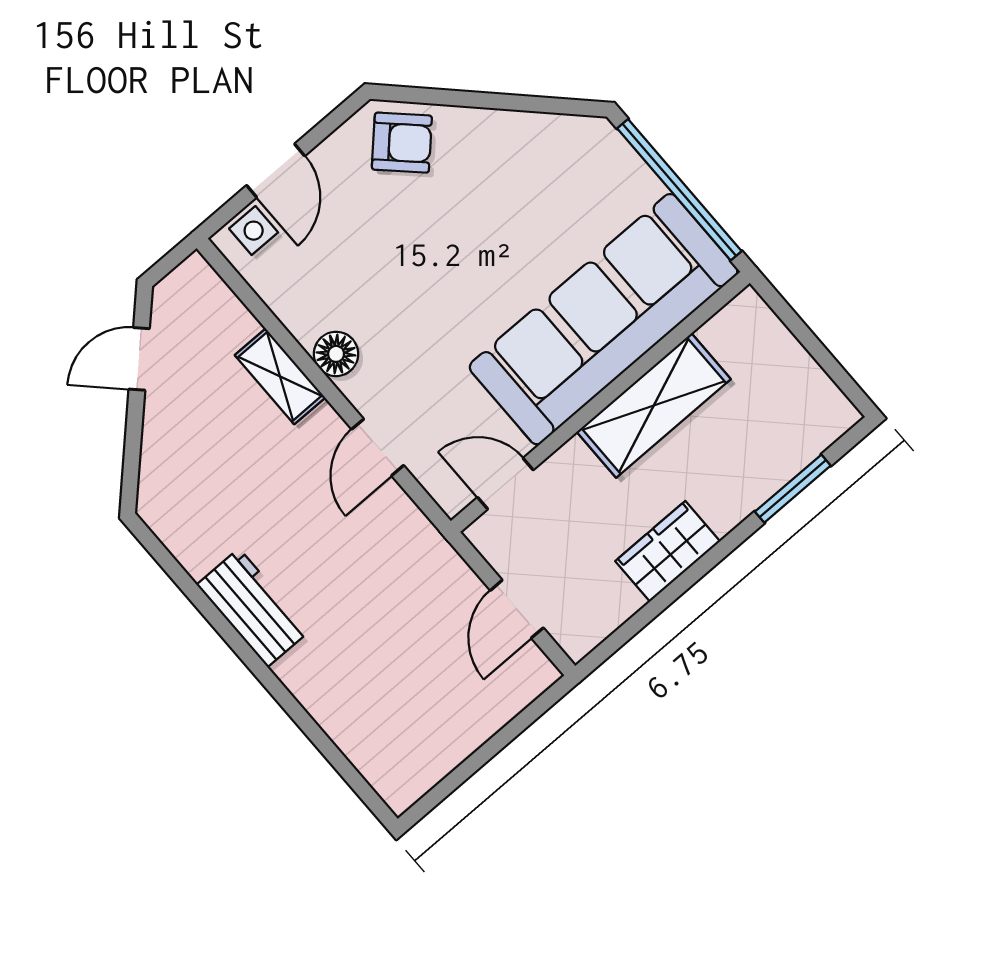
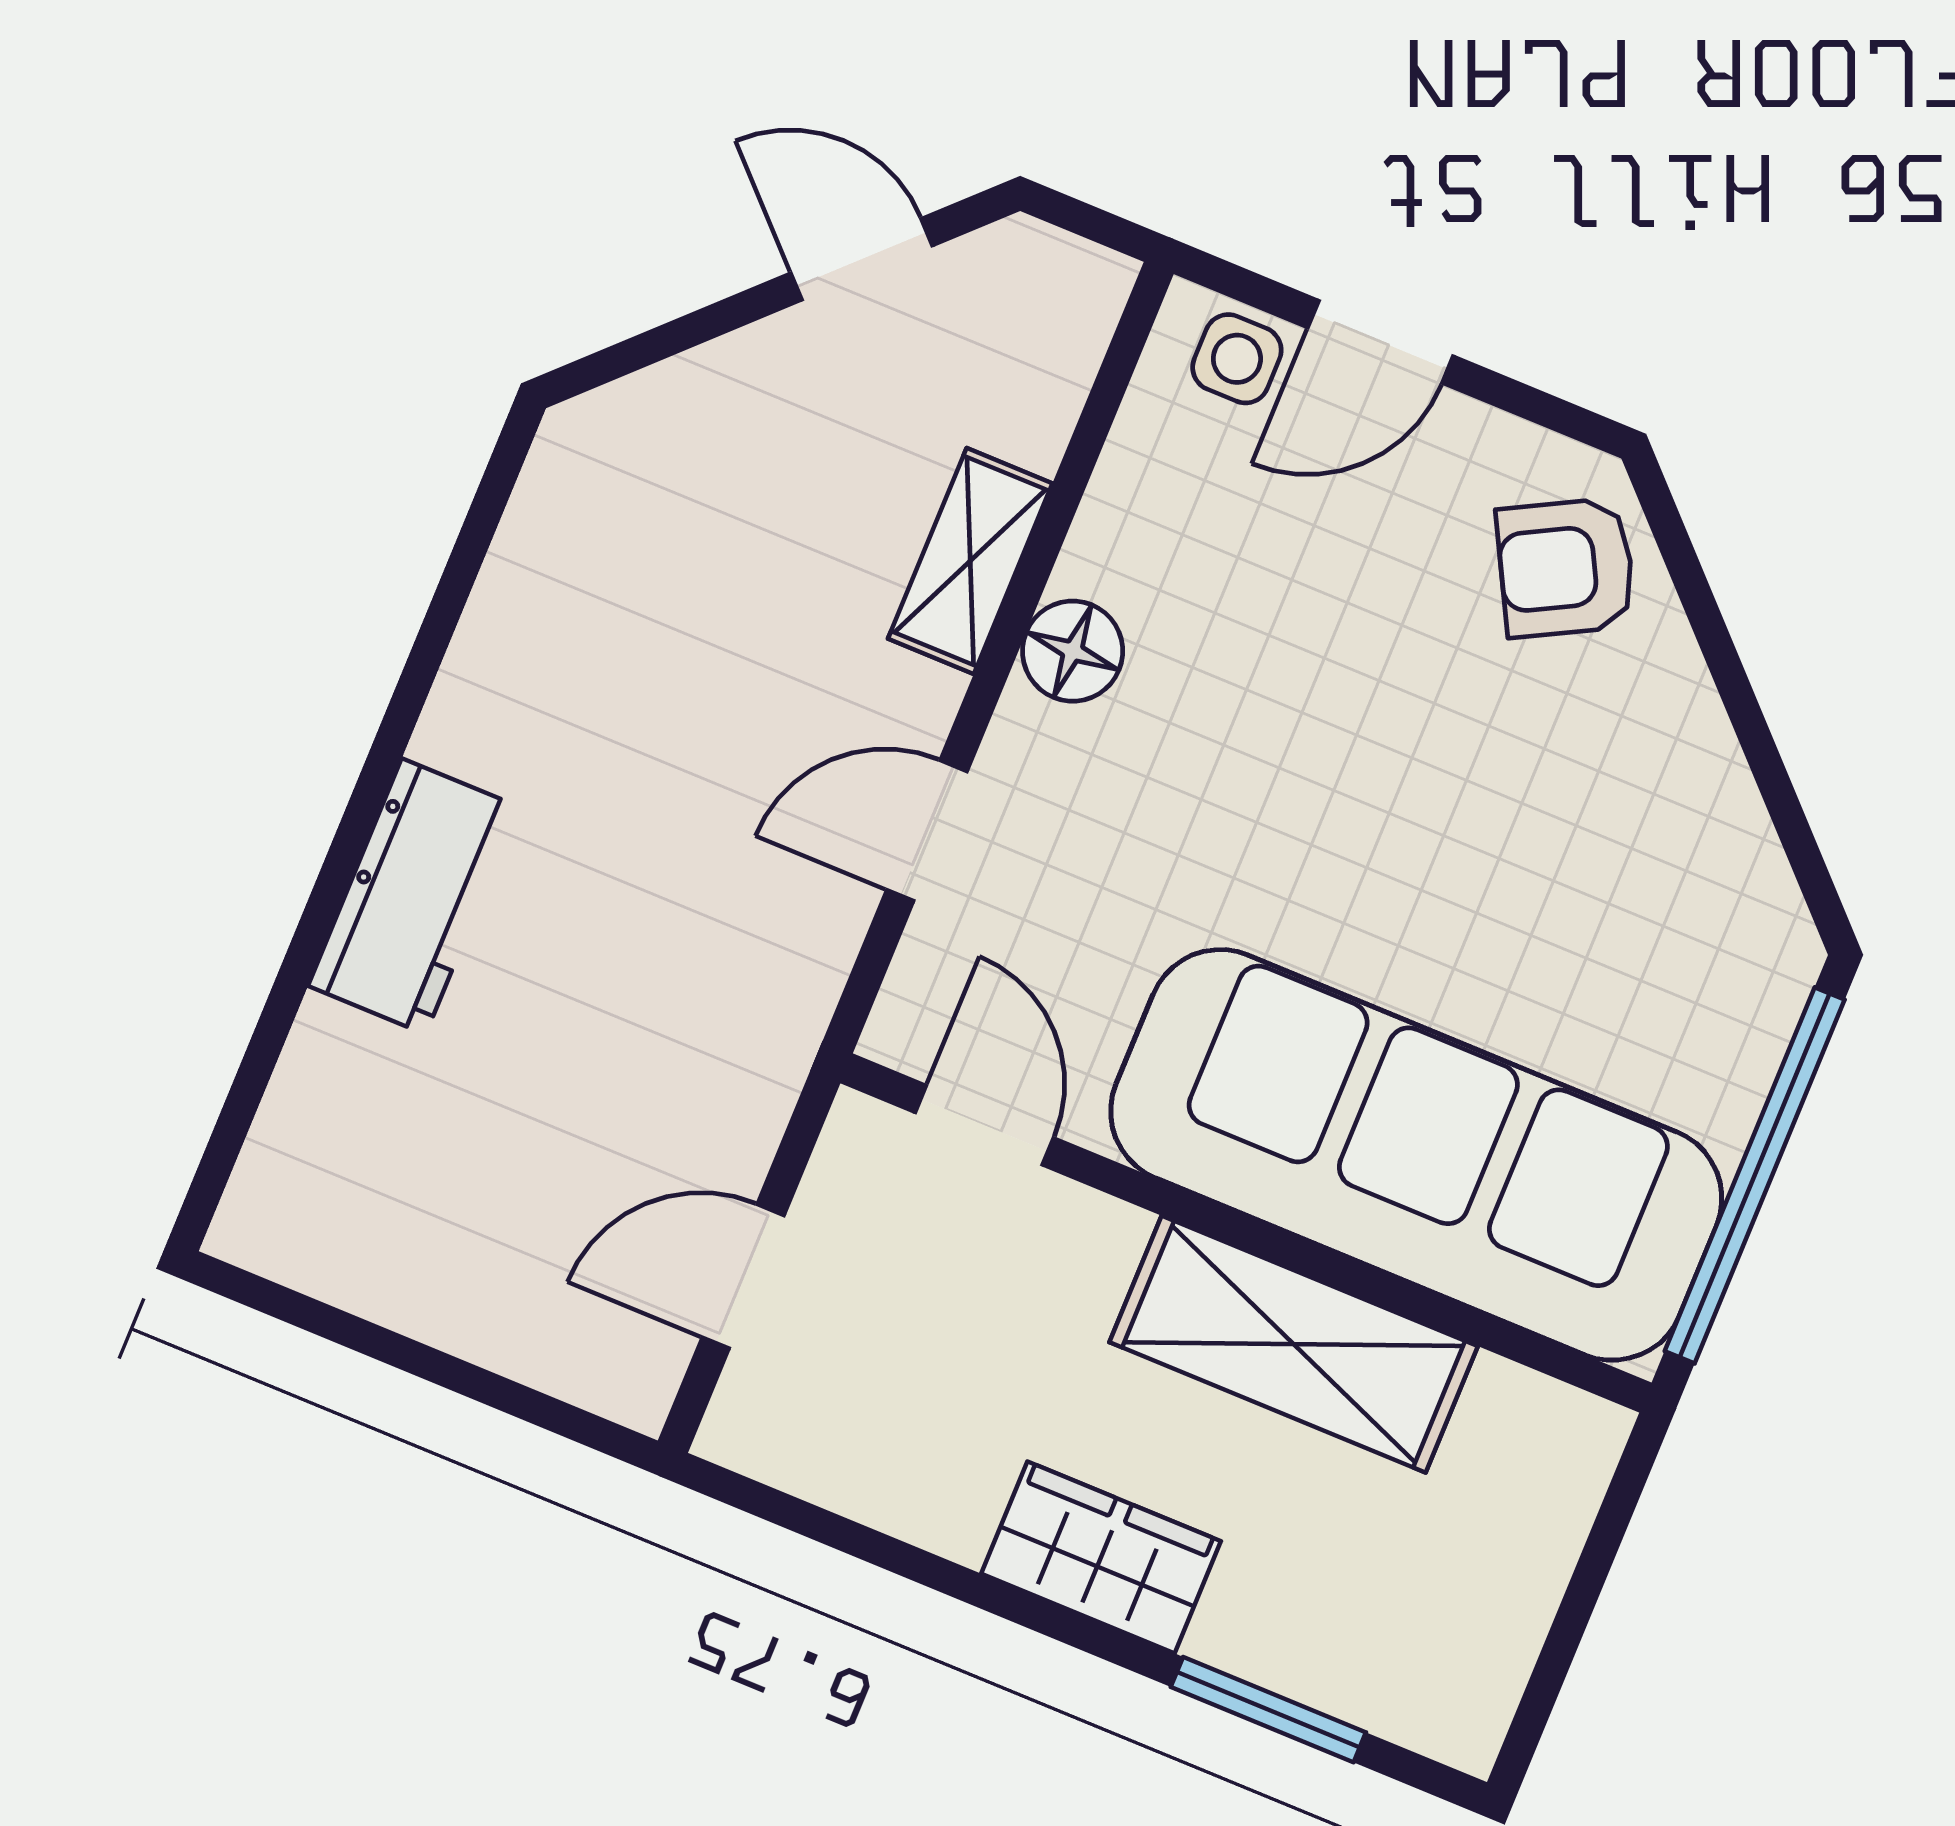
armchair: (402, 143) -> (1566, 568), turned 108
wardrobe: (668, 551) -> (1101, 1557), moved
workbench: (253, 608) -> (414, 896), moved

